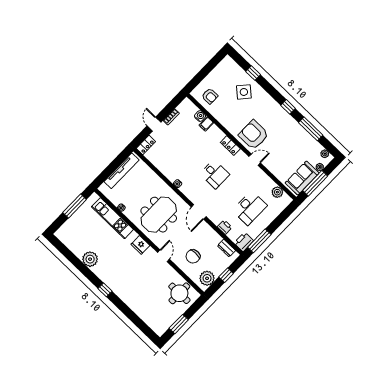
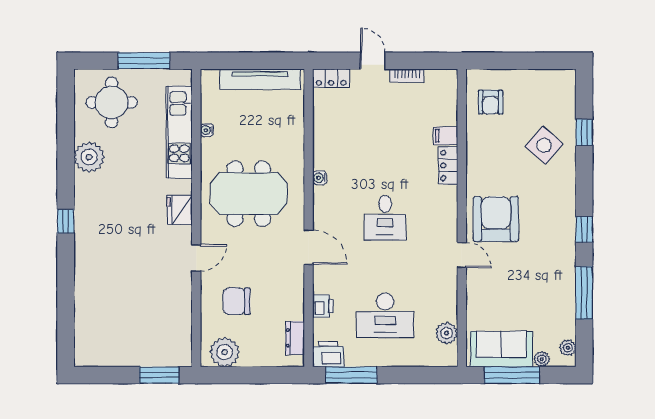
water cooler: (200, 116) -> (448, 116), removed
door: (154, 124) -> (373, 61), hinge flipped
locker: (230, 146) -> (448, 165), moved
door: (199, 212) -> (309, 247), swing flipped
window: (226, 275) -> (256, 375), removed
round table: (179, 293) -> (112, 102), moved
window: (179, 324) -> (159, 375), moved

